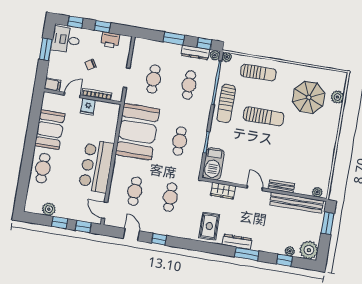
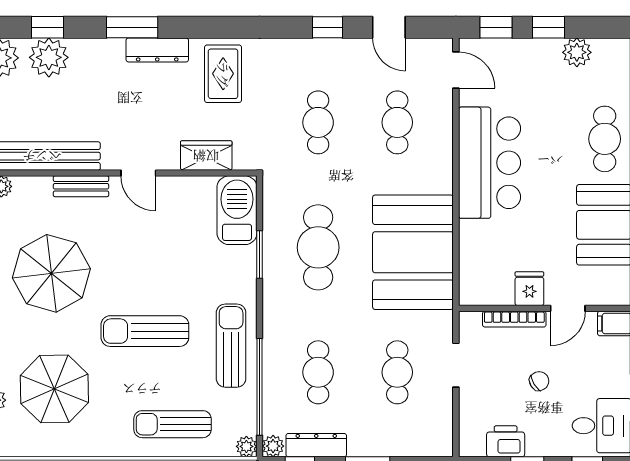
cafe table: (180, 141) -> (318, 247), width x1.37, depth x1.35
parasol: (301, 149) -> (51, 273), added
plant: (290, 251) -> (49, 57), width x1.87, depth x1.87

